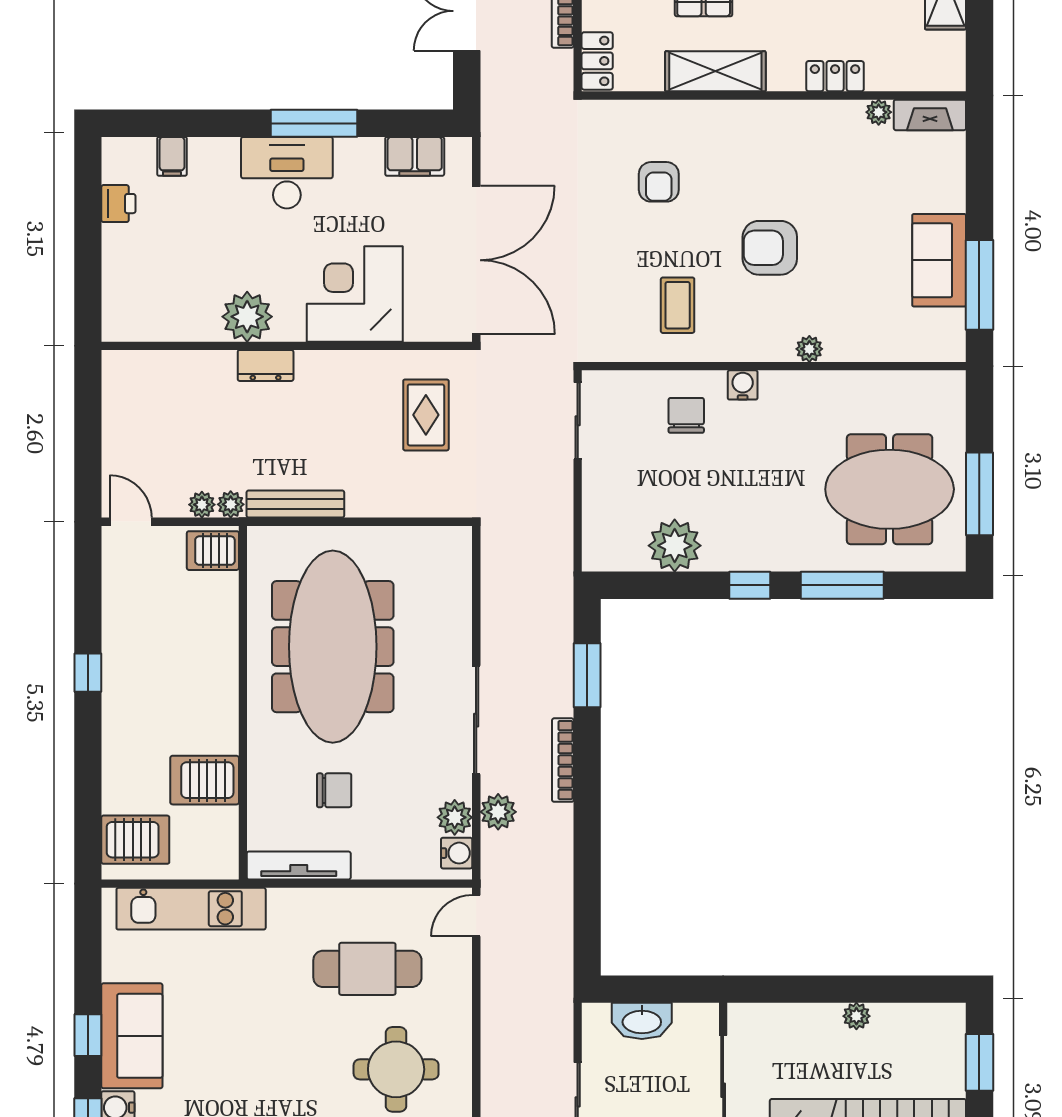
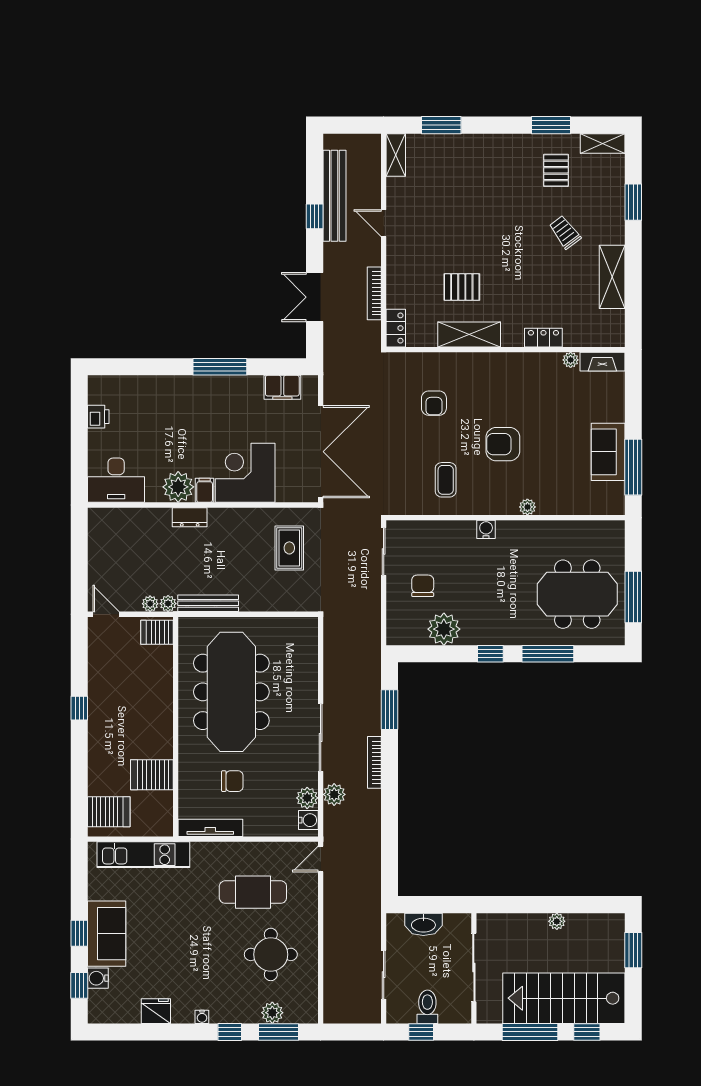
filing cabinet: (172, 156) -> (205, 490), moved, turned 180
desk: (287, 173) -> (116, 480), moved, turned 180
chair: (686, 415) -> (423, 586), moved

